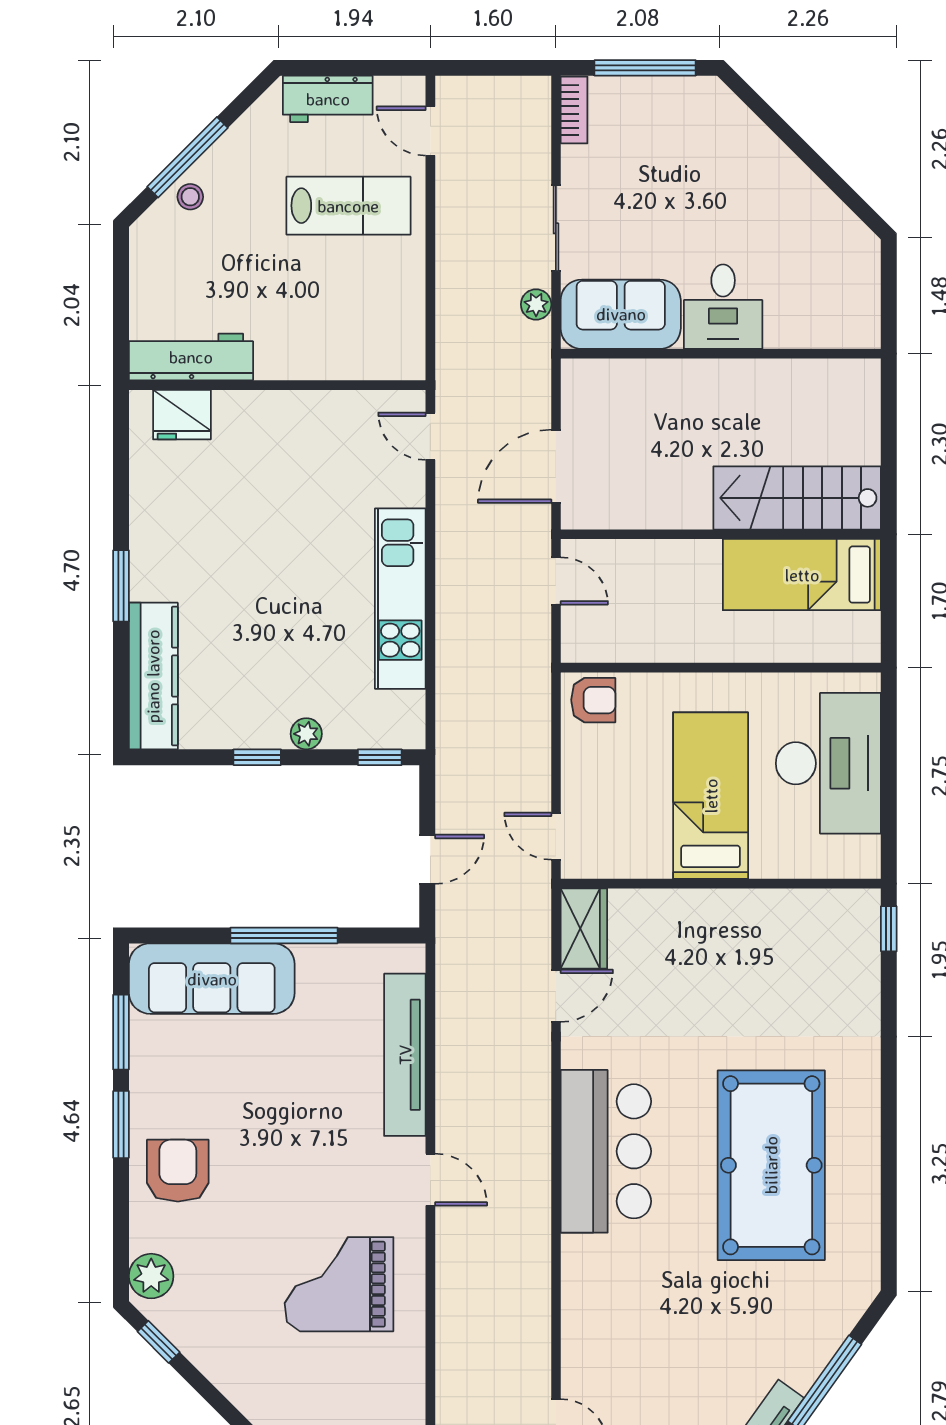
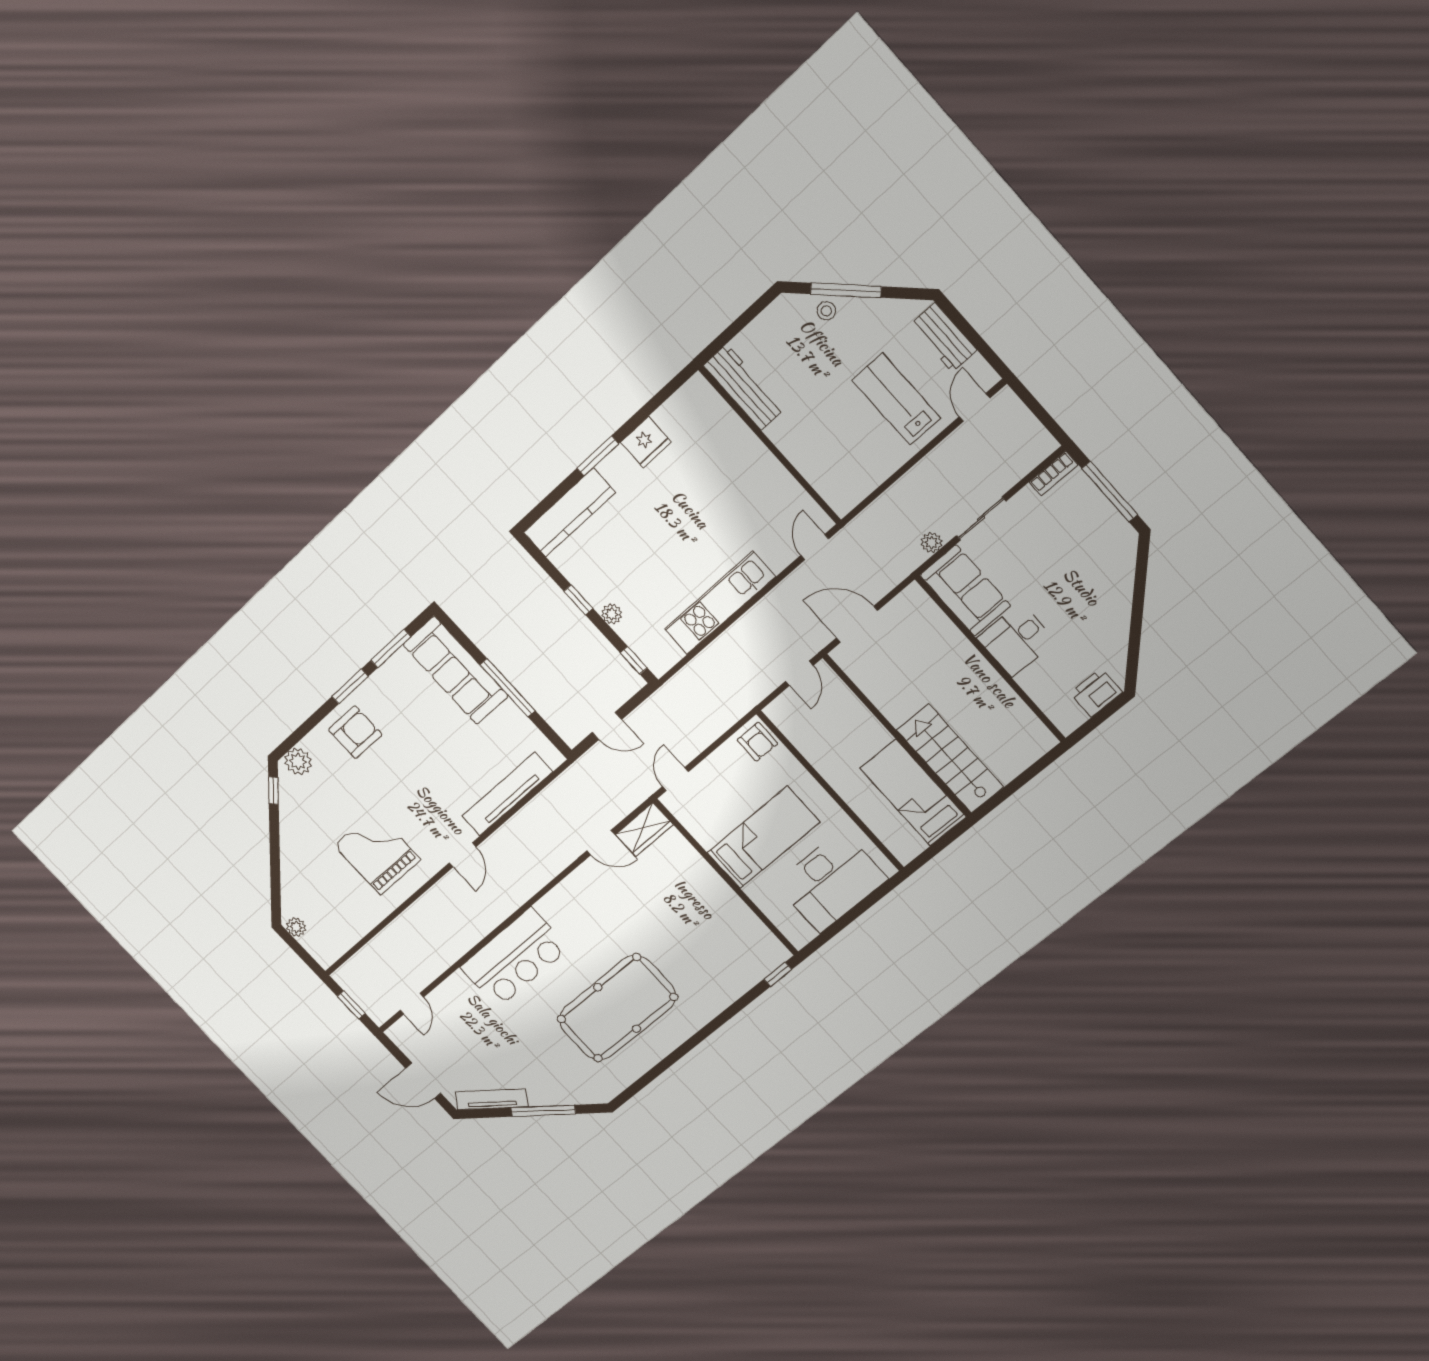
lab bench: (348, 206) -> (896, 399), turned 180
printer: (857, 271) -> (1096, 693), added
fridge: (182, 415) -> (646, 442), moved, turned -90
bar counter: (606, 1151) -> (514, 958), moved

